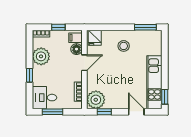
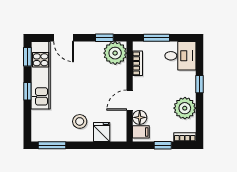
fridge: (95, 38) -> (102, 132), moved
window: (165, 70) -> (27, 91), added
window: (53, 112) -> (156, 38), moved

